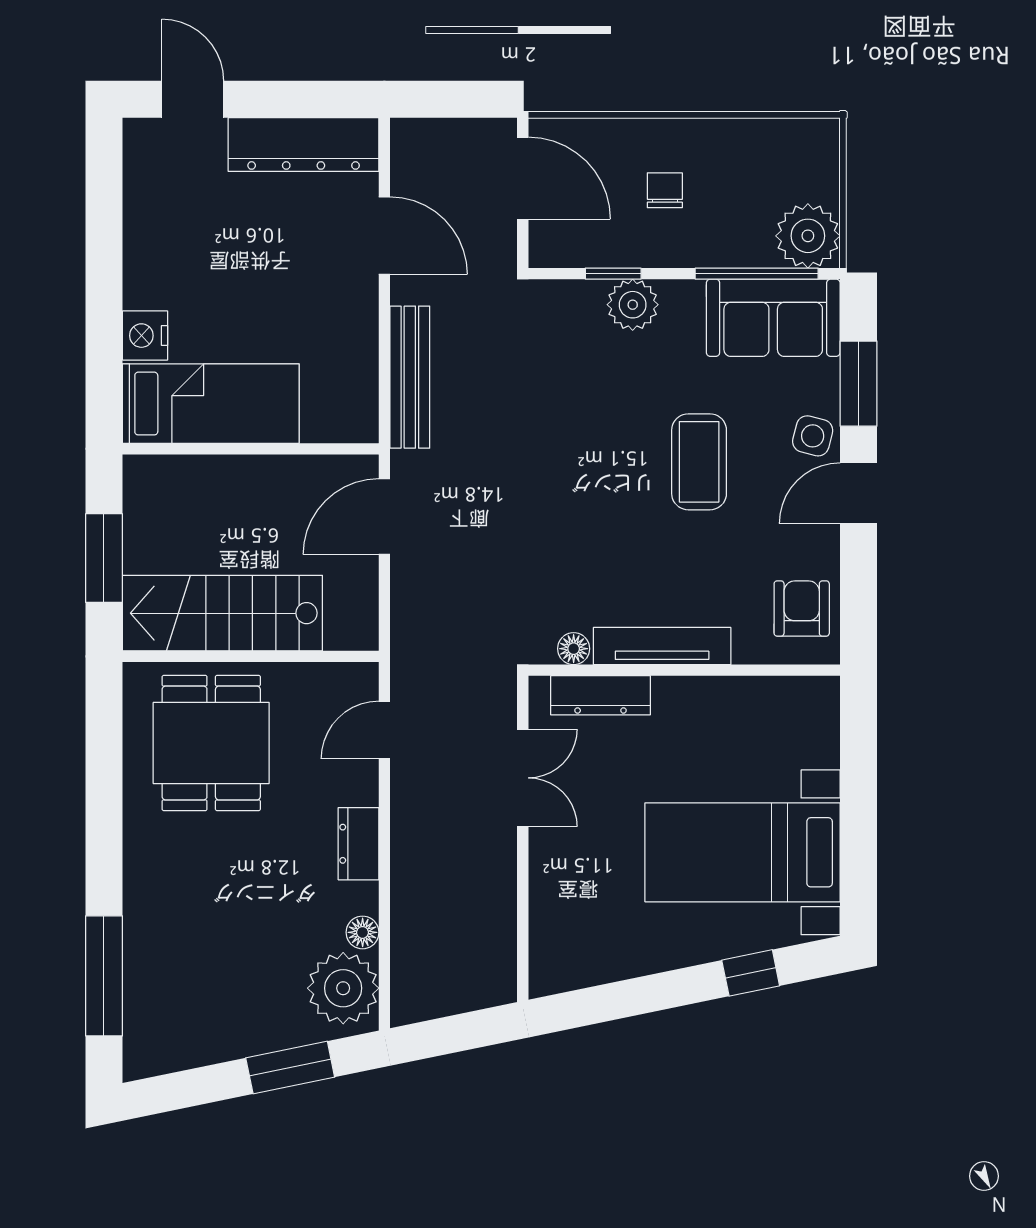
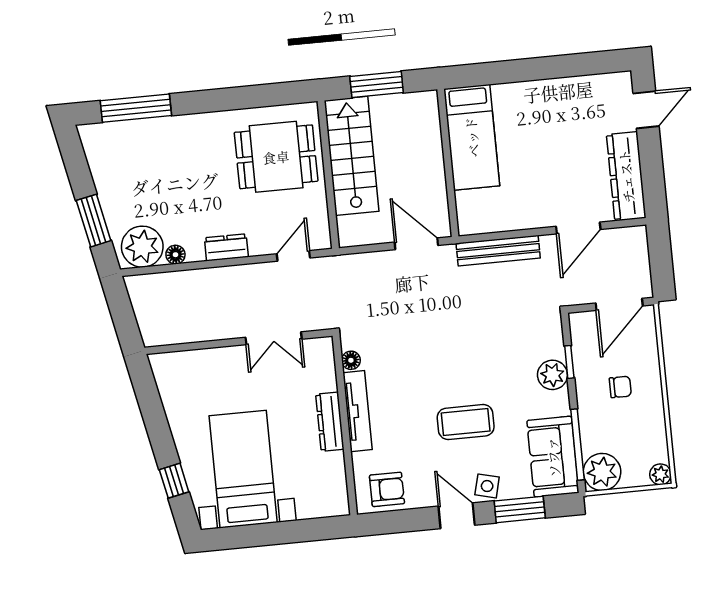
plant: (822, 136) -> (660, 474), added
nightstand: (145, 336) -> (507, 96), removed
dresser: (601, 695) -> (330, 422), moved
door: (384, 730) -> (293, 256), hinge flipped

